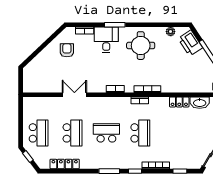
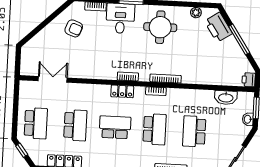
armchair: (67, 50) -> (74, 28), turned 110
double door: (74, 95) -> (53, 79), moved
locker: (179, 102) -> (122, 91), moved
school desk: (174, 133) -> (194, 131), added

